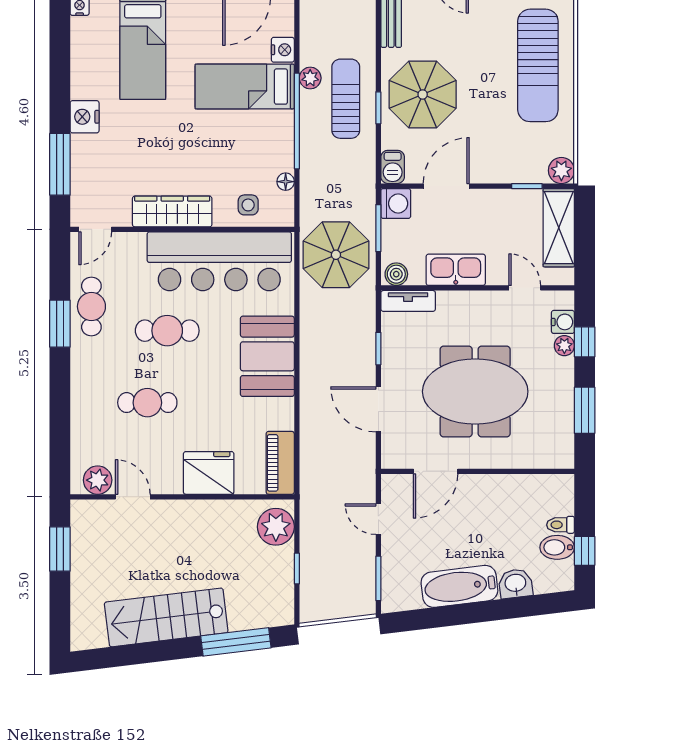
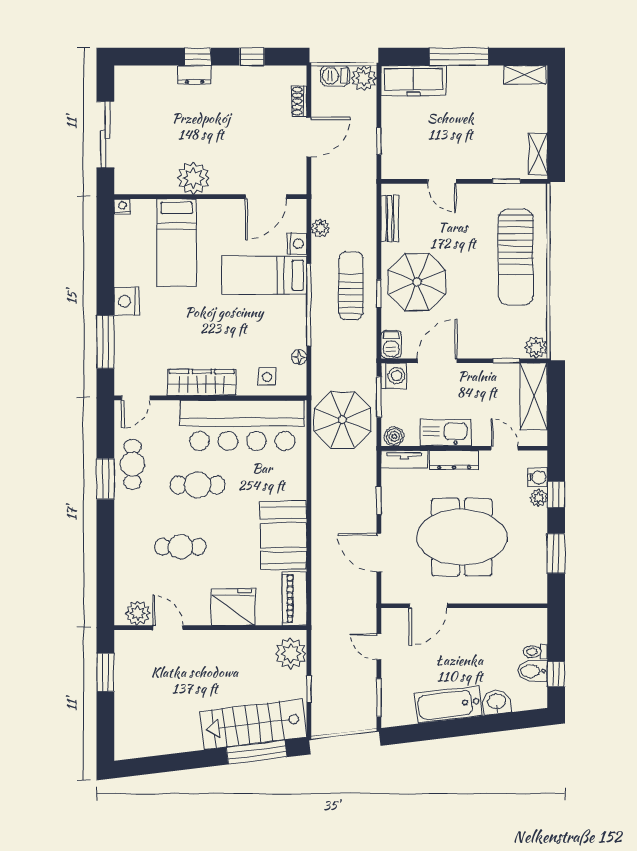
plant: (310, 78) -> (320, 228), moved
dresser: (466, 302) -> (454, 460), added
booth: (267, 356) -> (284, 535), moved
stairs: (166, 617) -> (253, 724), moved

